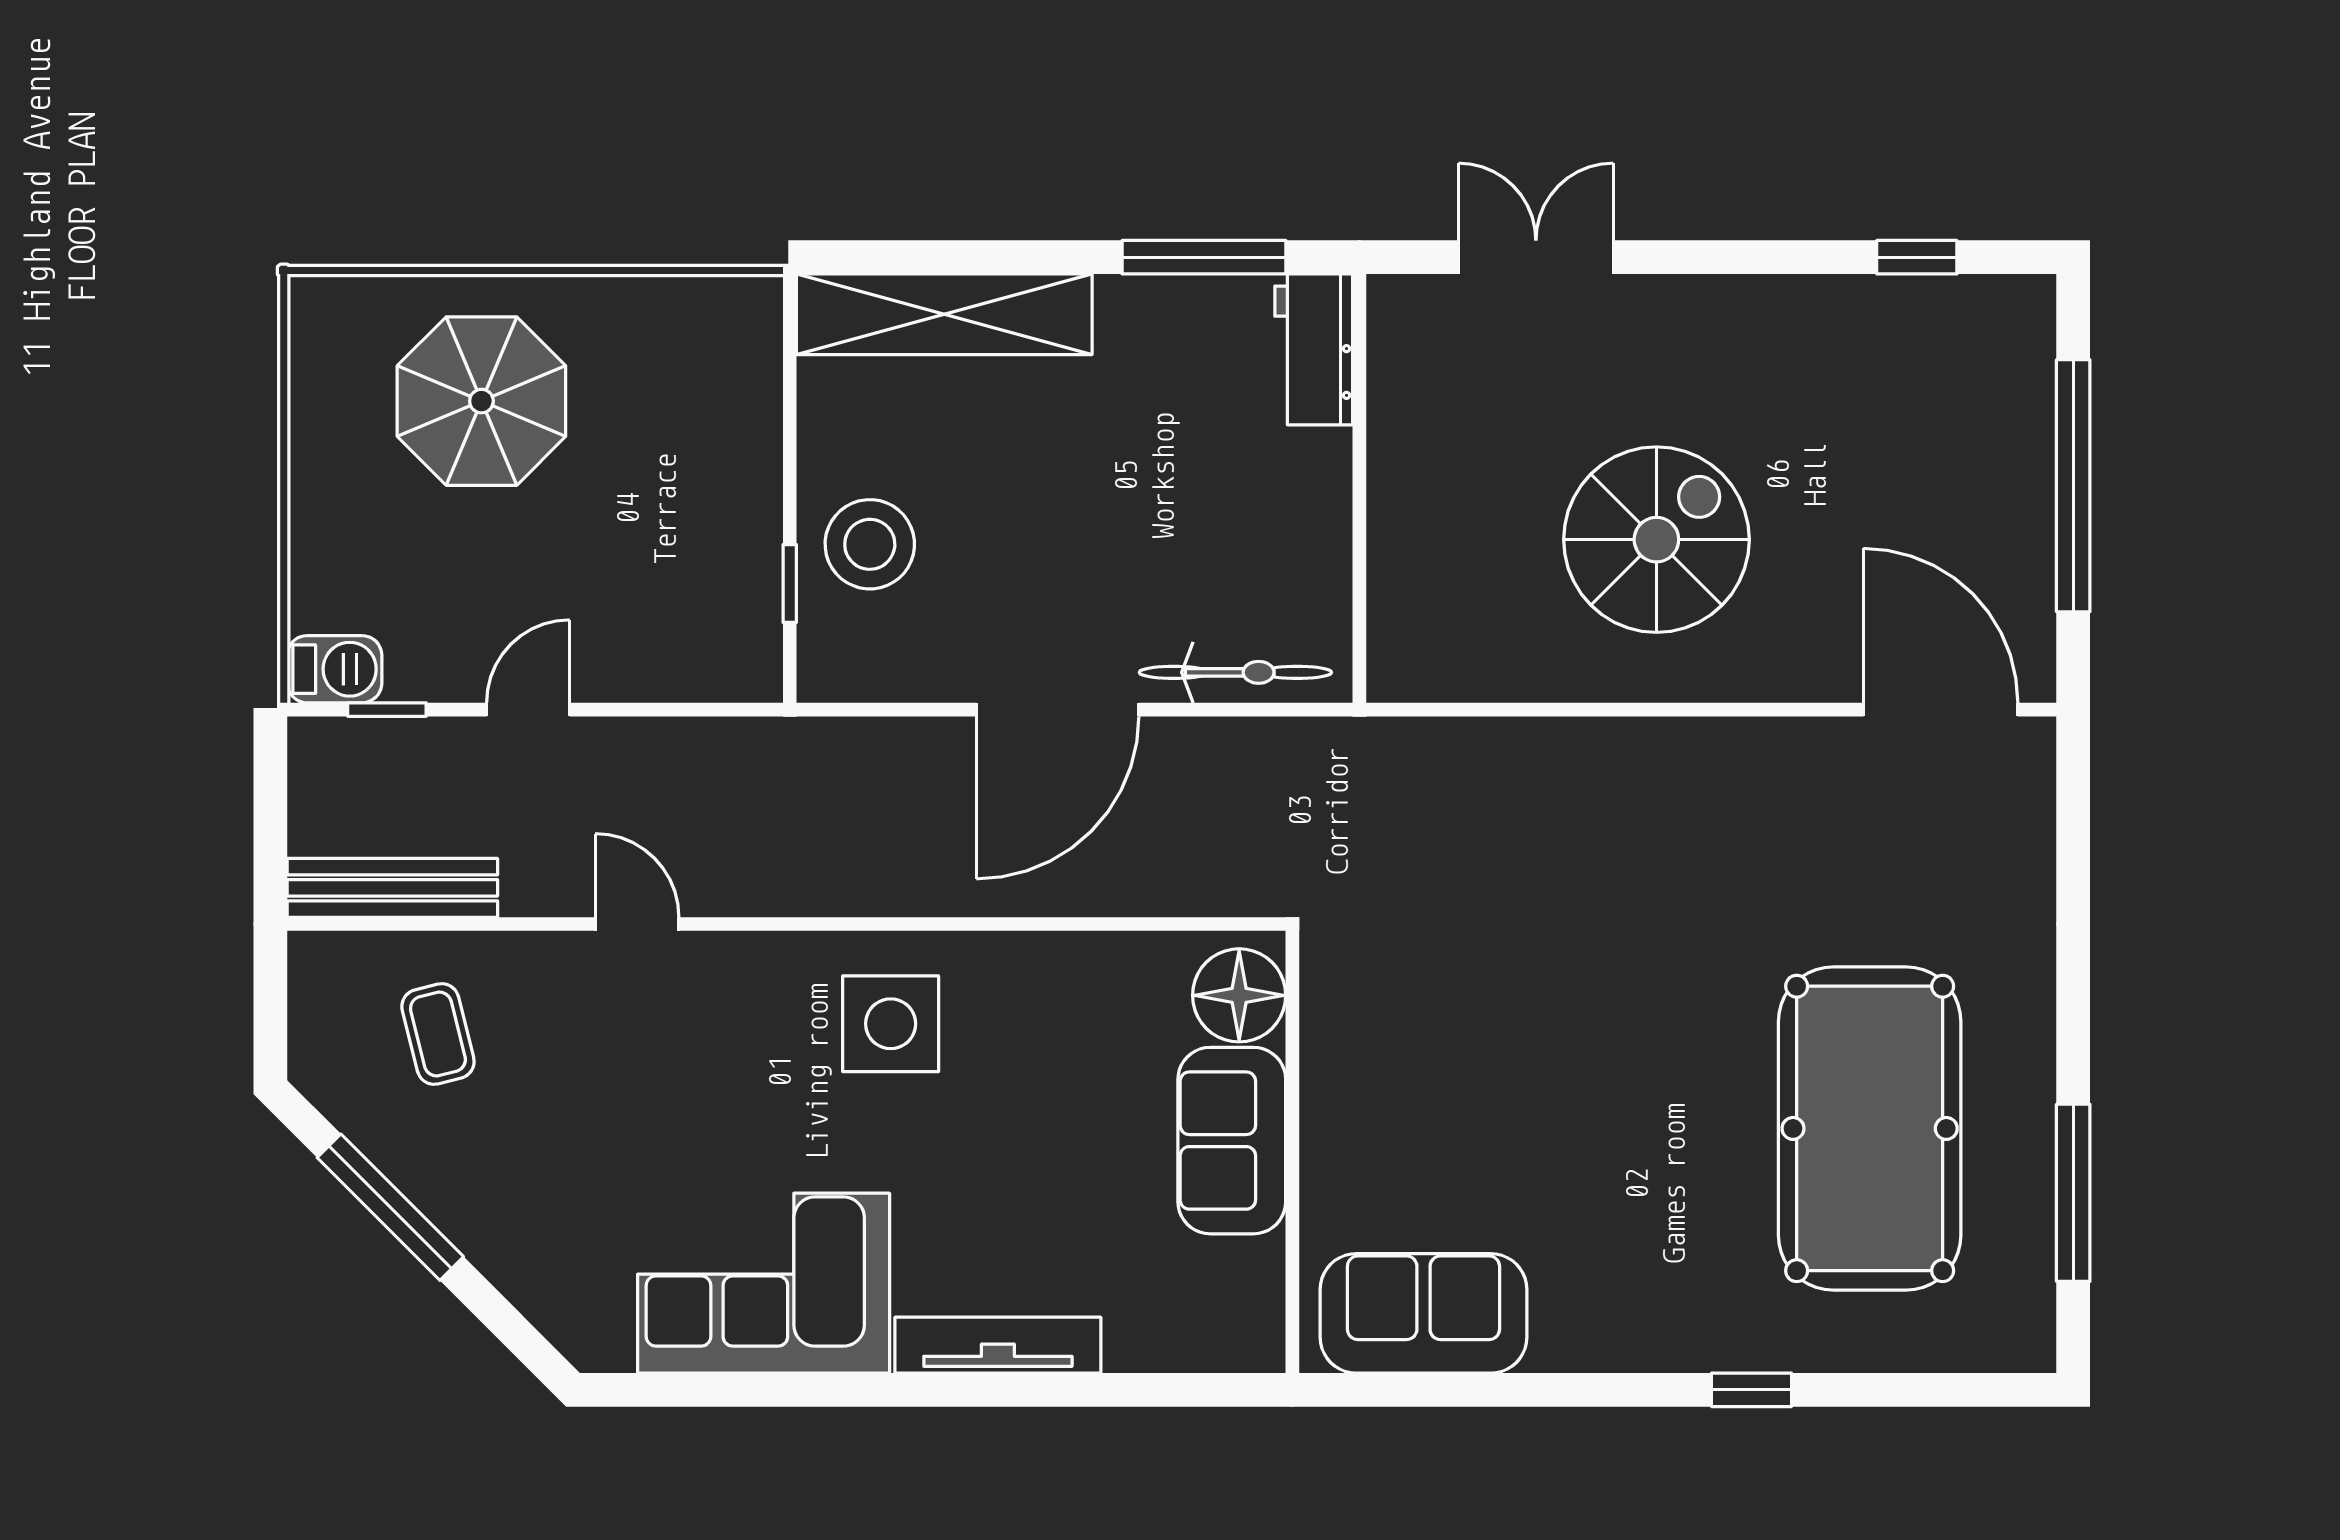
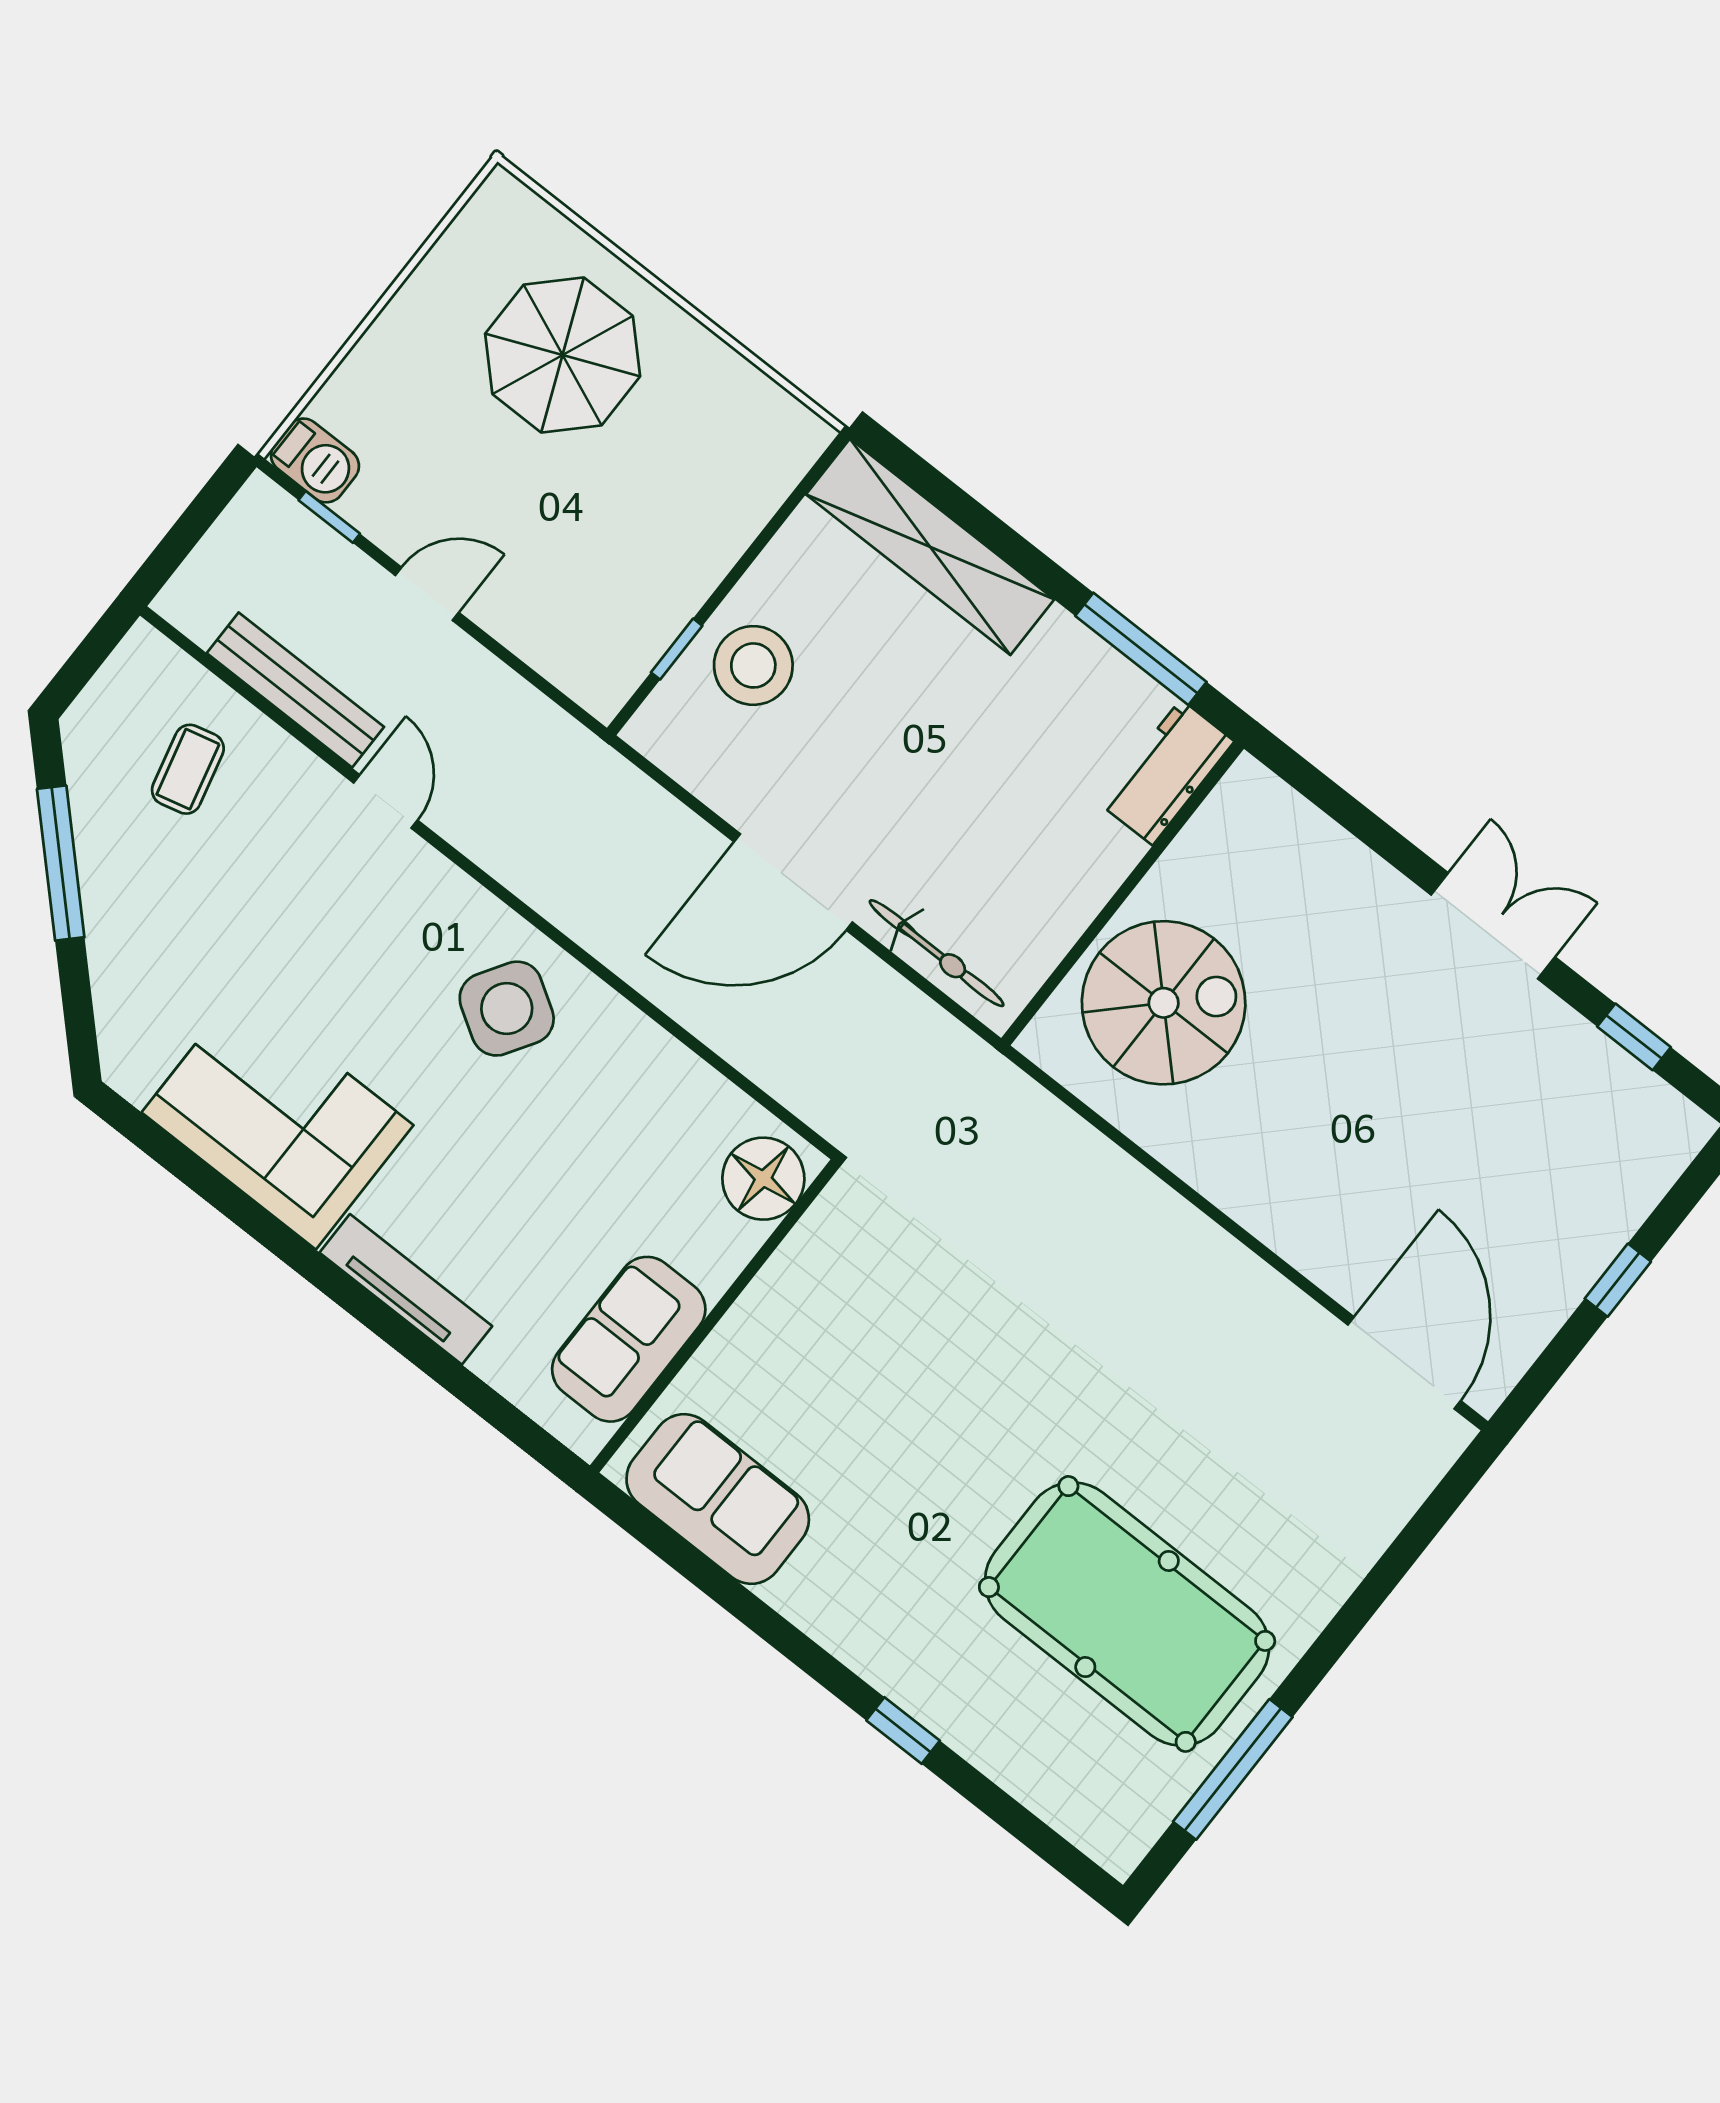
double door: (1536, 257) -> (1493, 926), moved
window: (2073, 486) -> (1618, 1280), width x0.32
spiral stairs: (1656, 540) -> (1164, 1003), moved
bench: (392, 888) -> (295, 690), moved
side table: (891, 1024) -> (507, 1009), turned 32
pool table: (1870, 1128) -> (1127, 1614), turned 90
sofa: (1232, 1141) -> (629, 1339), moved

